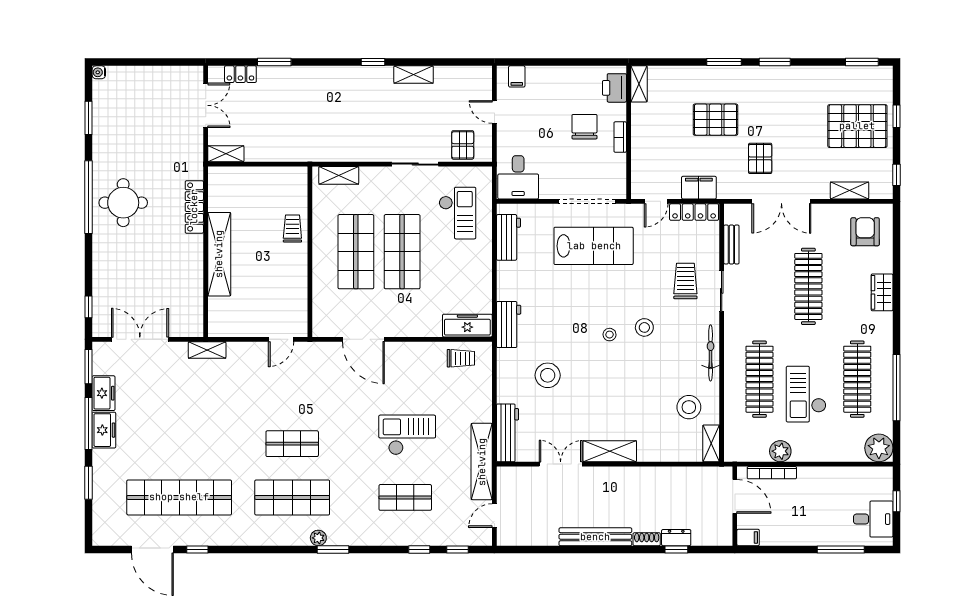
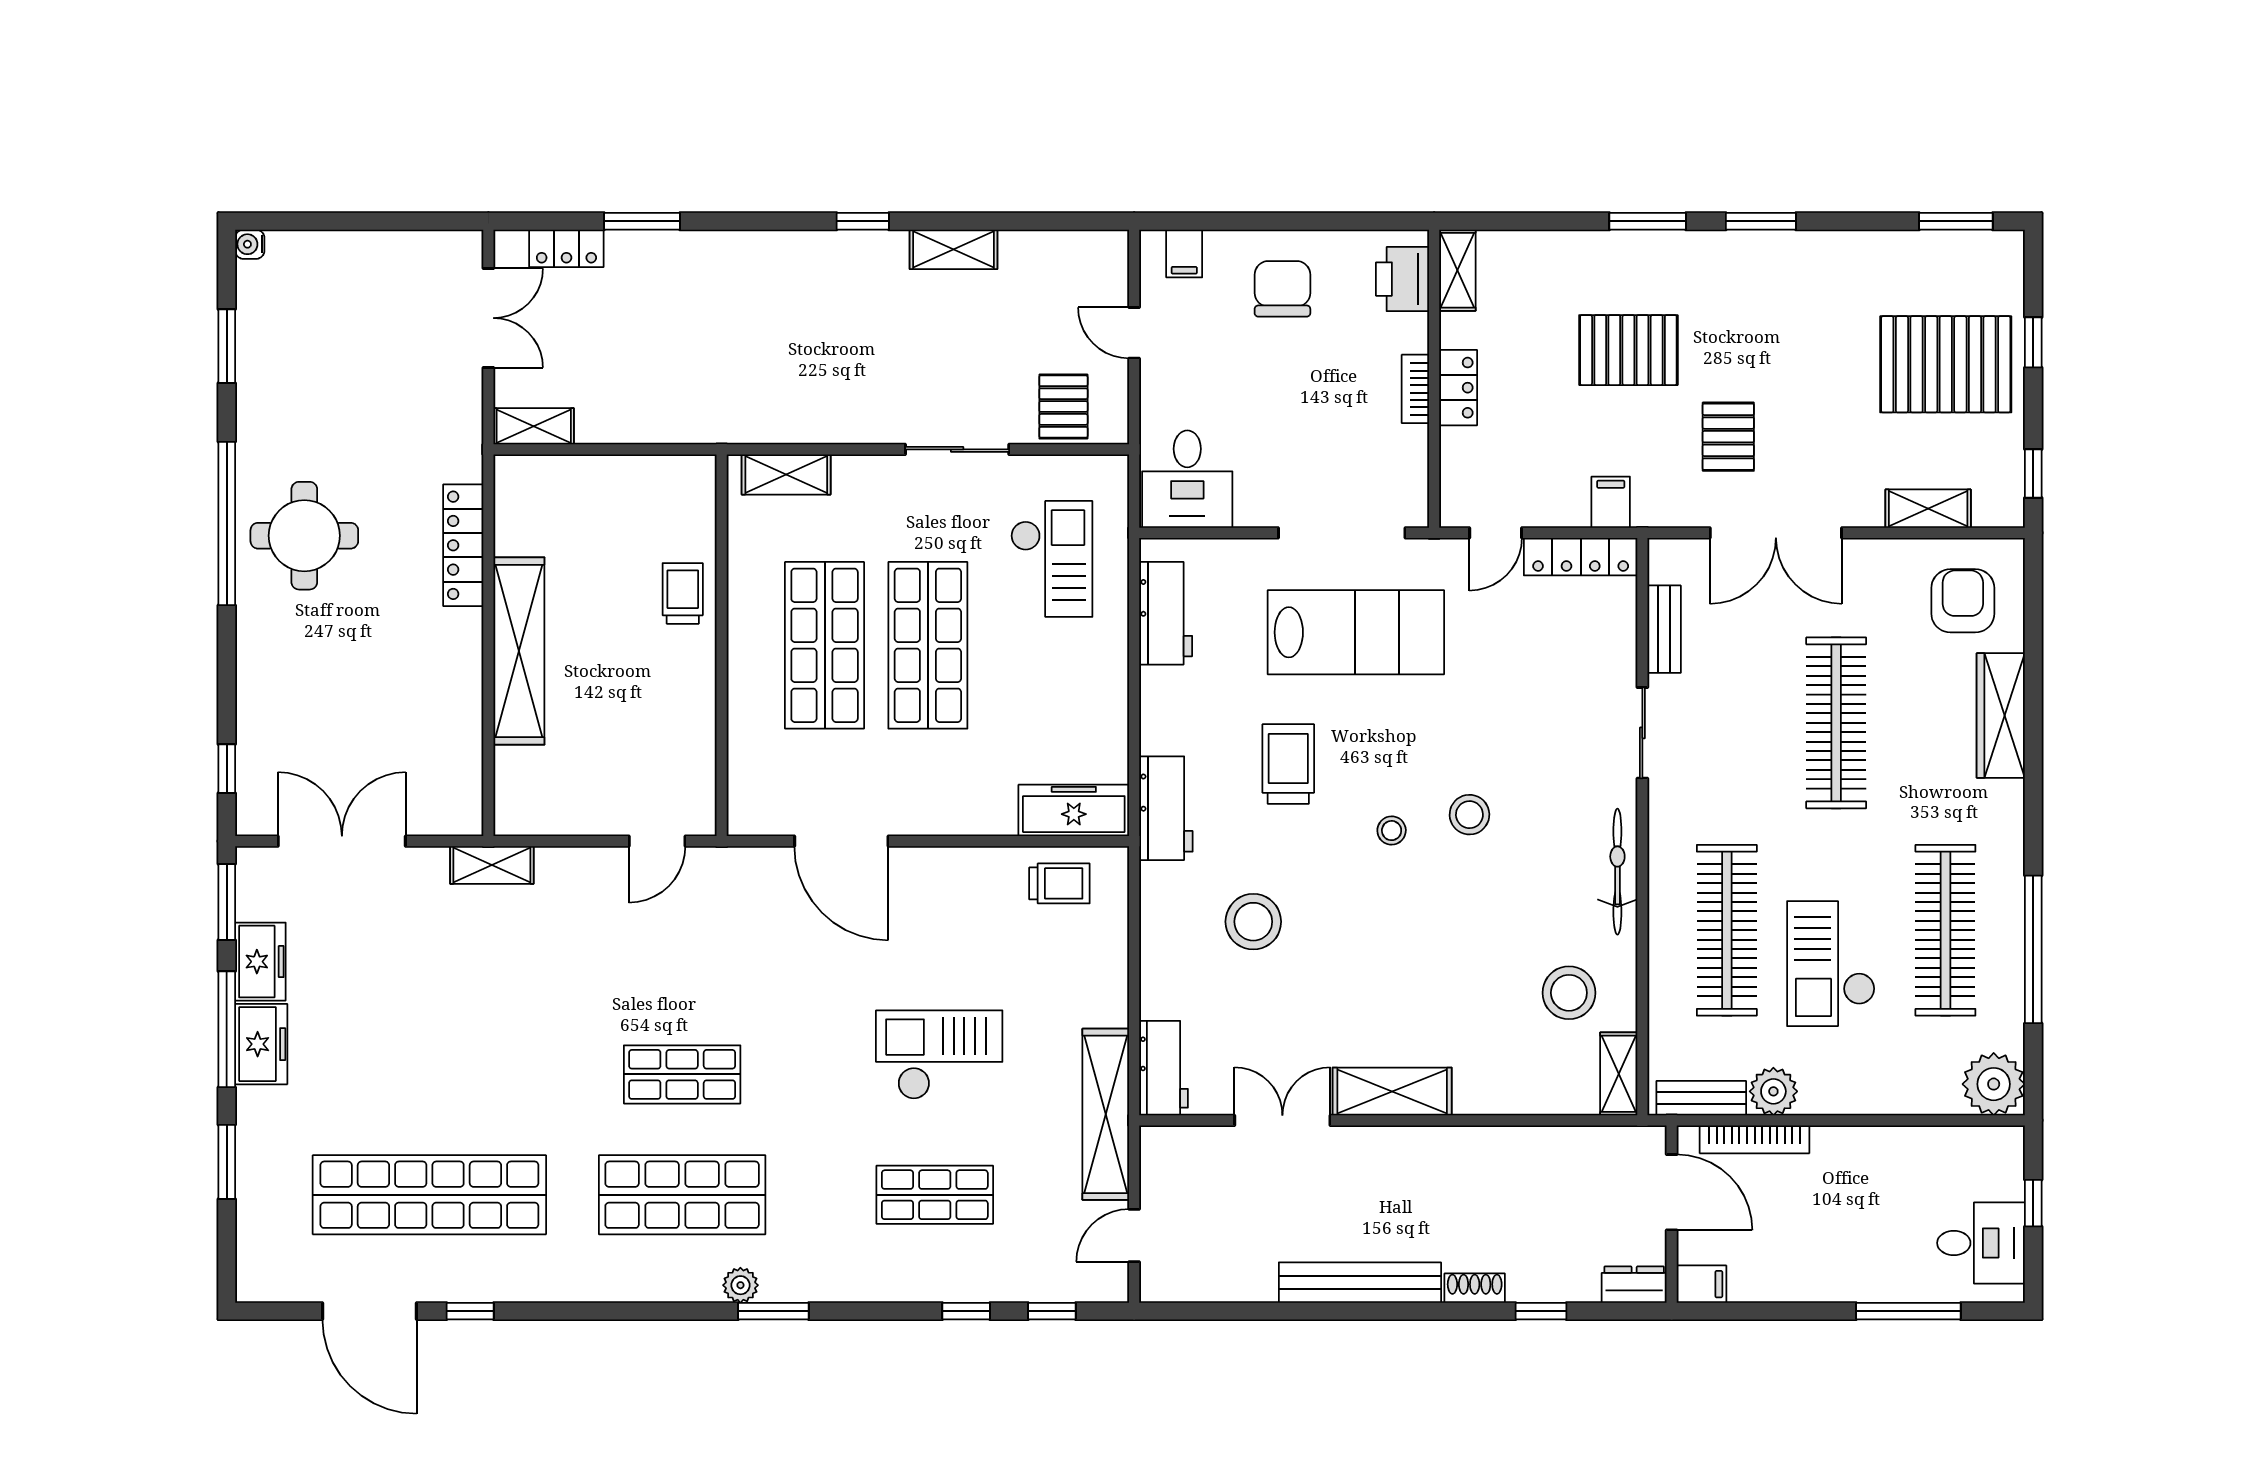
chair: (584, 127) -> (1282, 289), moved
locker: (639, 136) -> (1458, 388), added
filing cabinet: (699, 188) -> (1611, 502), width x0.50
trolley: (685, 281) -> (1288, 764), moved
wardrobe: (882, 292) -> (2001, 715), width x1.50
workbench: (508, 433) -> (1164, 1068), width x0.73
bench: (748, 454) -> (1701, 1098), added
dresser: (676, 538) -> (1634, 1285), moved

